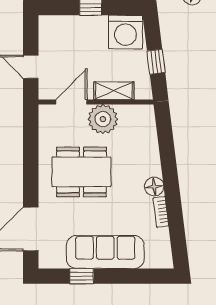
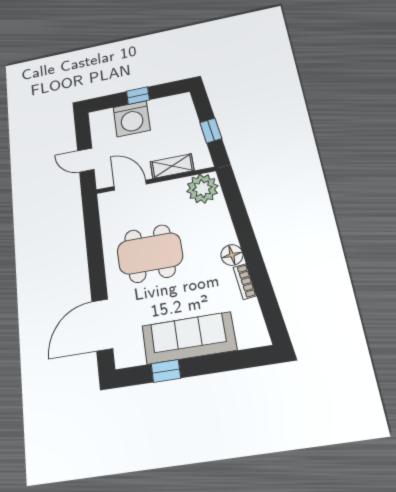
washing machine: (126, 32) -> (132, 119), moved
door: (71, 102) -> (130, 185), hinge flipped
plant: (103, 119) -> (202, 189), moved

